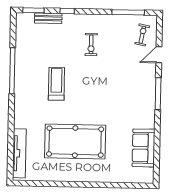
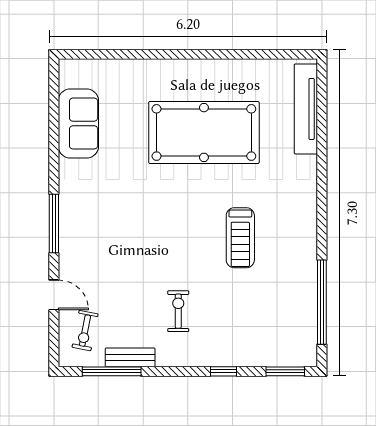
bench: (48, 18) -> (130, 357), moved
door: (159, 55) -> (54, 295), hinge flipped
window: (12, 71) -> (322, 302), moved

